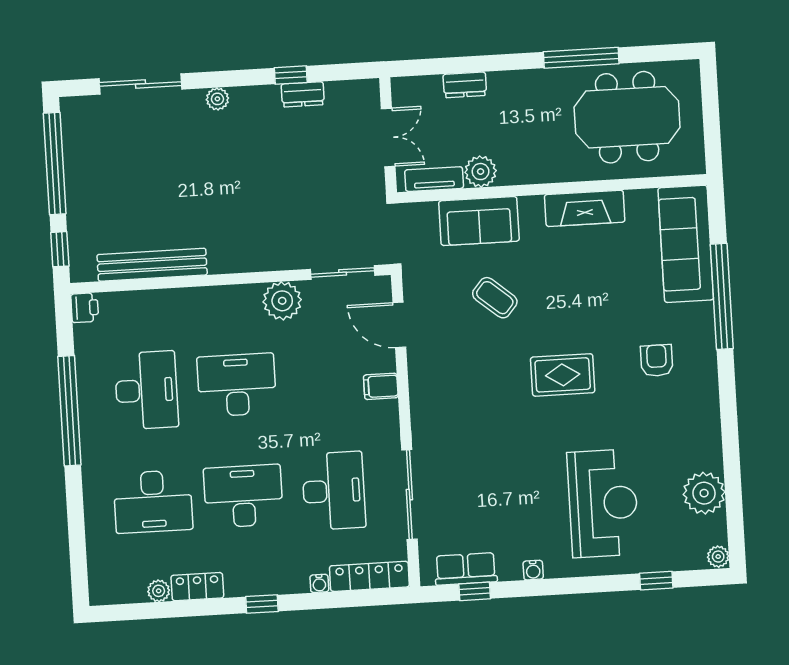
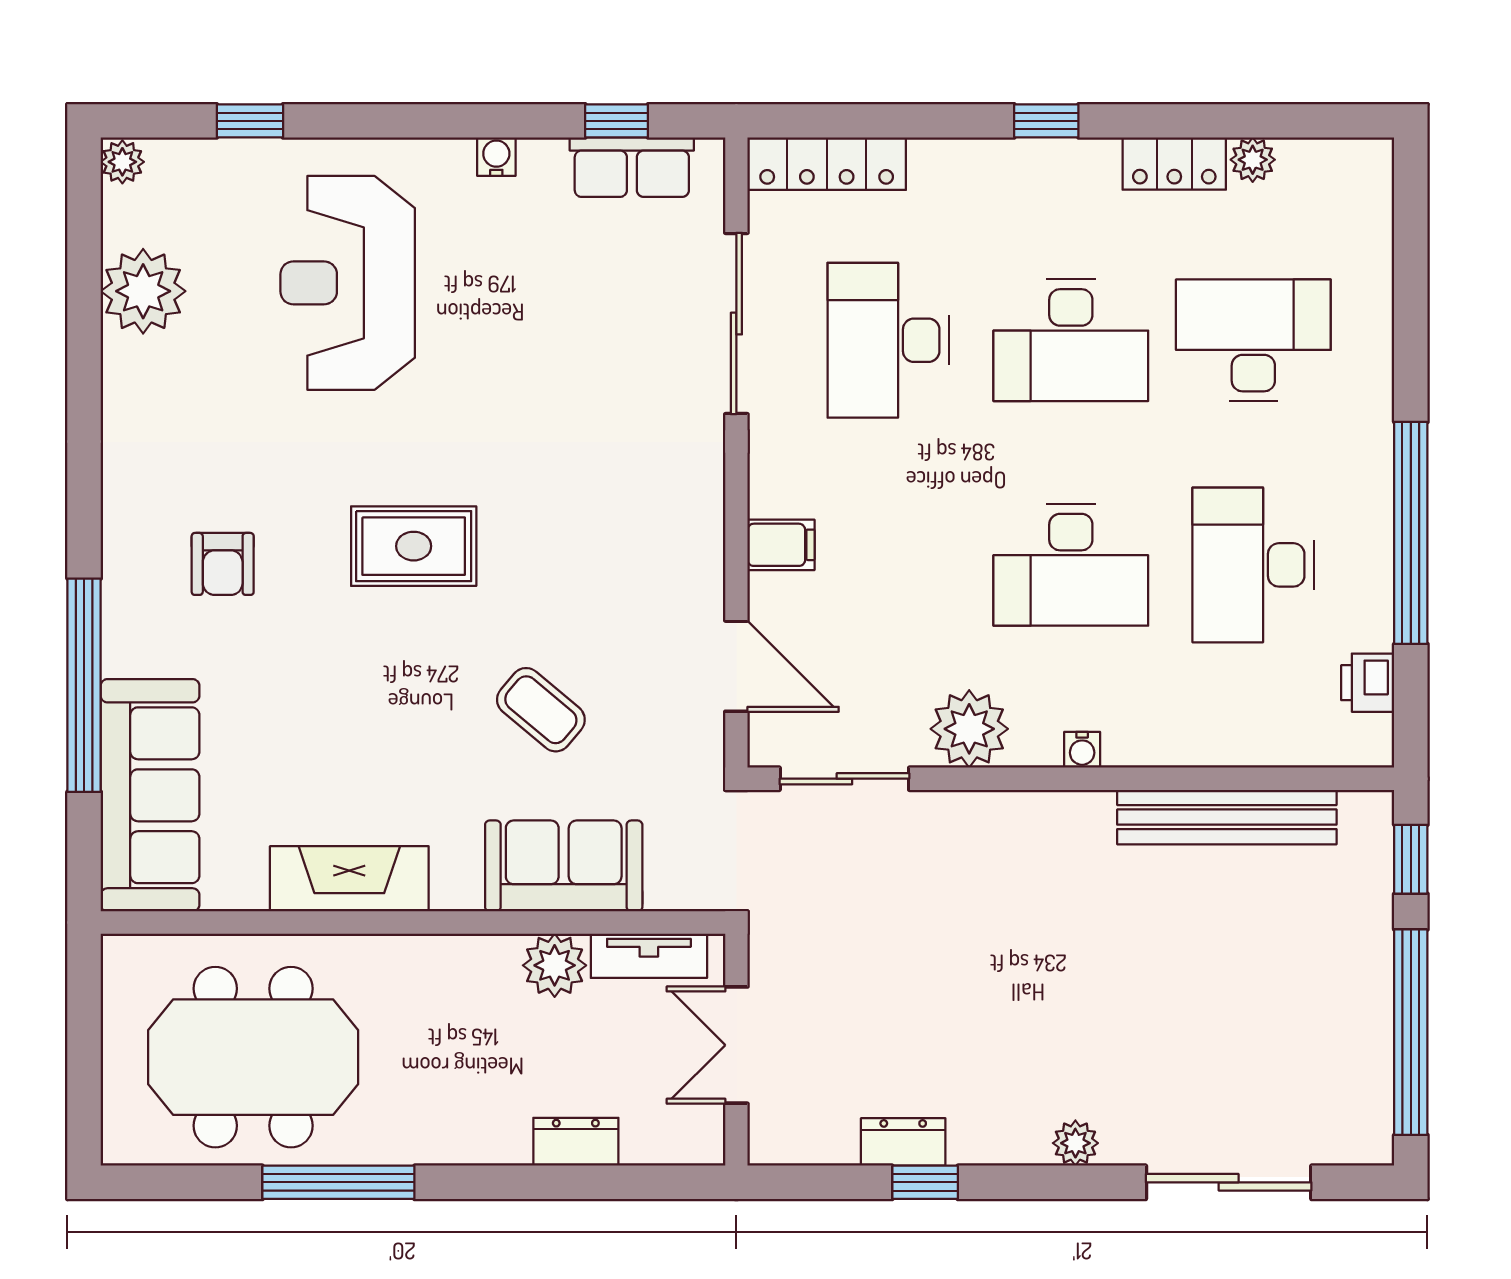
printer: (85, 308) -> (1368, 683), moved
water cooler: (319, 583) -> (1082, 750), moved, turned 180

